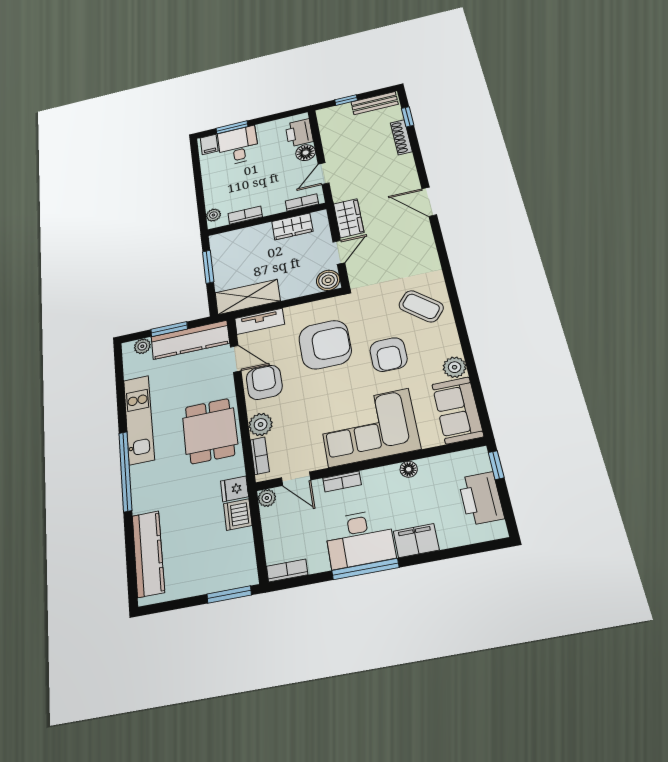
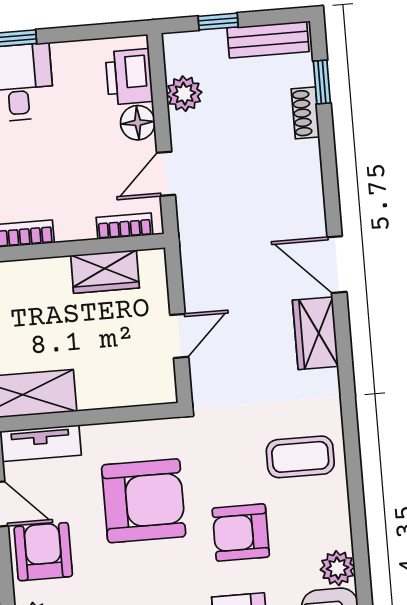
plant: (330, 135) -> (184, 94), added
shoe rack: (401, 137) -> (305, 113), width x0.70
wardrobe: (349, 218) -> (315, 333), moved, turned 180
boiler: (328, 280) -> (157, 386), removed
coffee table: (421, 306) -> (300, 457), turned -40
armchair: (388, 355) -> (241, 533), turned 90

